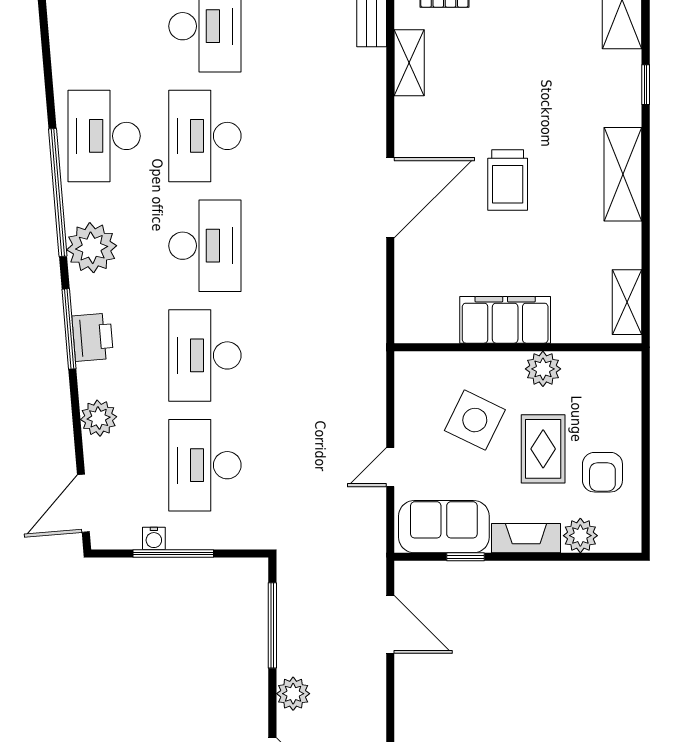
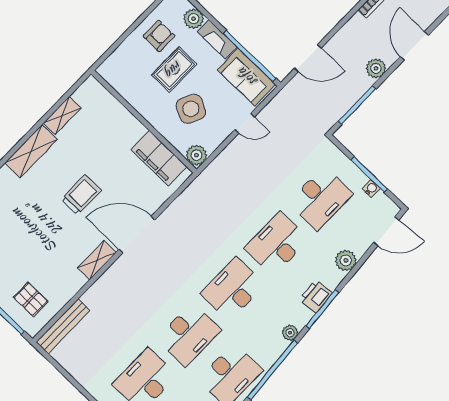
shelving: (409, 63) -> (97, 260), moved
plant: (92, 248) -> (290, 333), width x0.53, depth x0.53
shelving: (627, 302) -> (62, 116), moved
filing cabinet: (505, 320) -> (159, 158), moved
desk: (205, 355) -> (277, 244), turned 180
plant: (543, 369) -> (196, 155), moved
window: (465, 557) -> (250, 56), width x3.17
door: (390, 624) -> (308, 58), swing flipped

